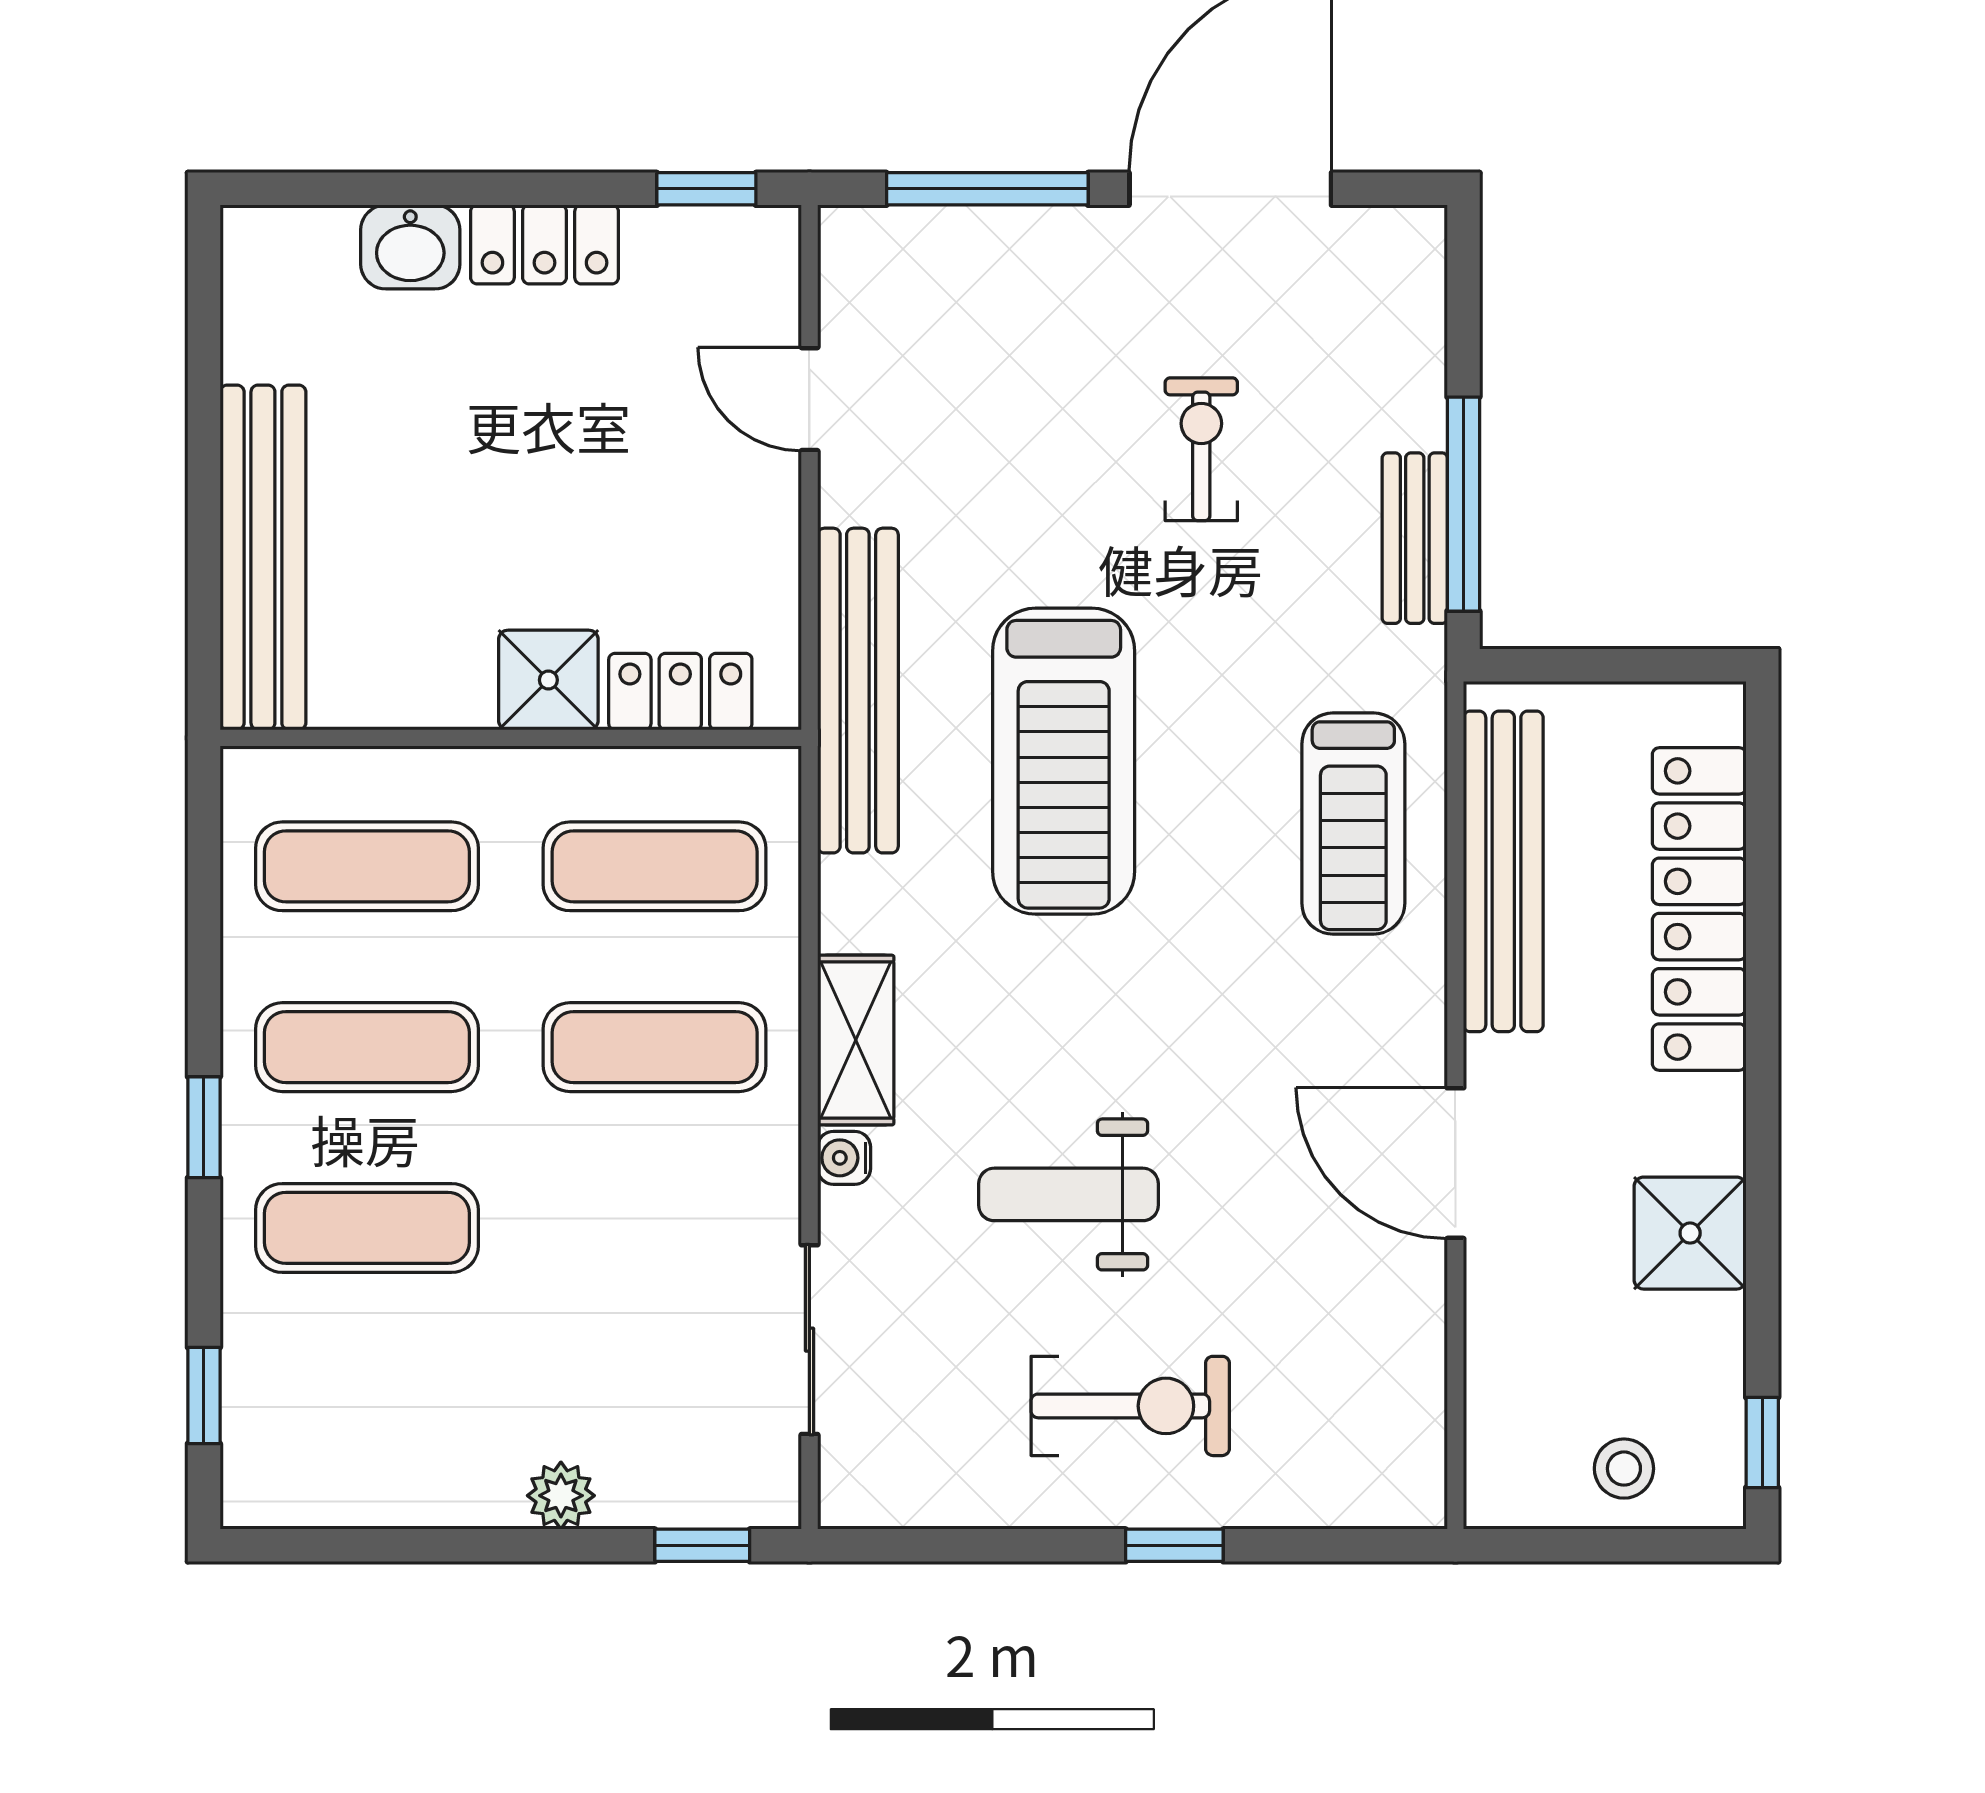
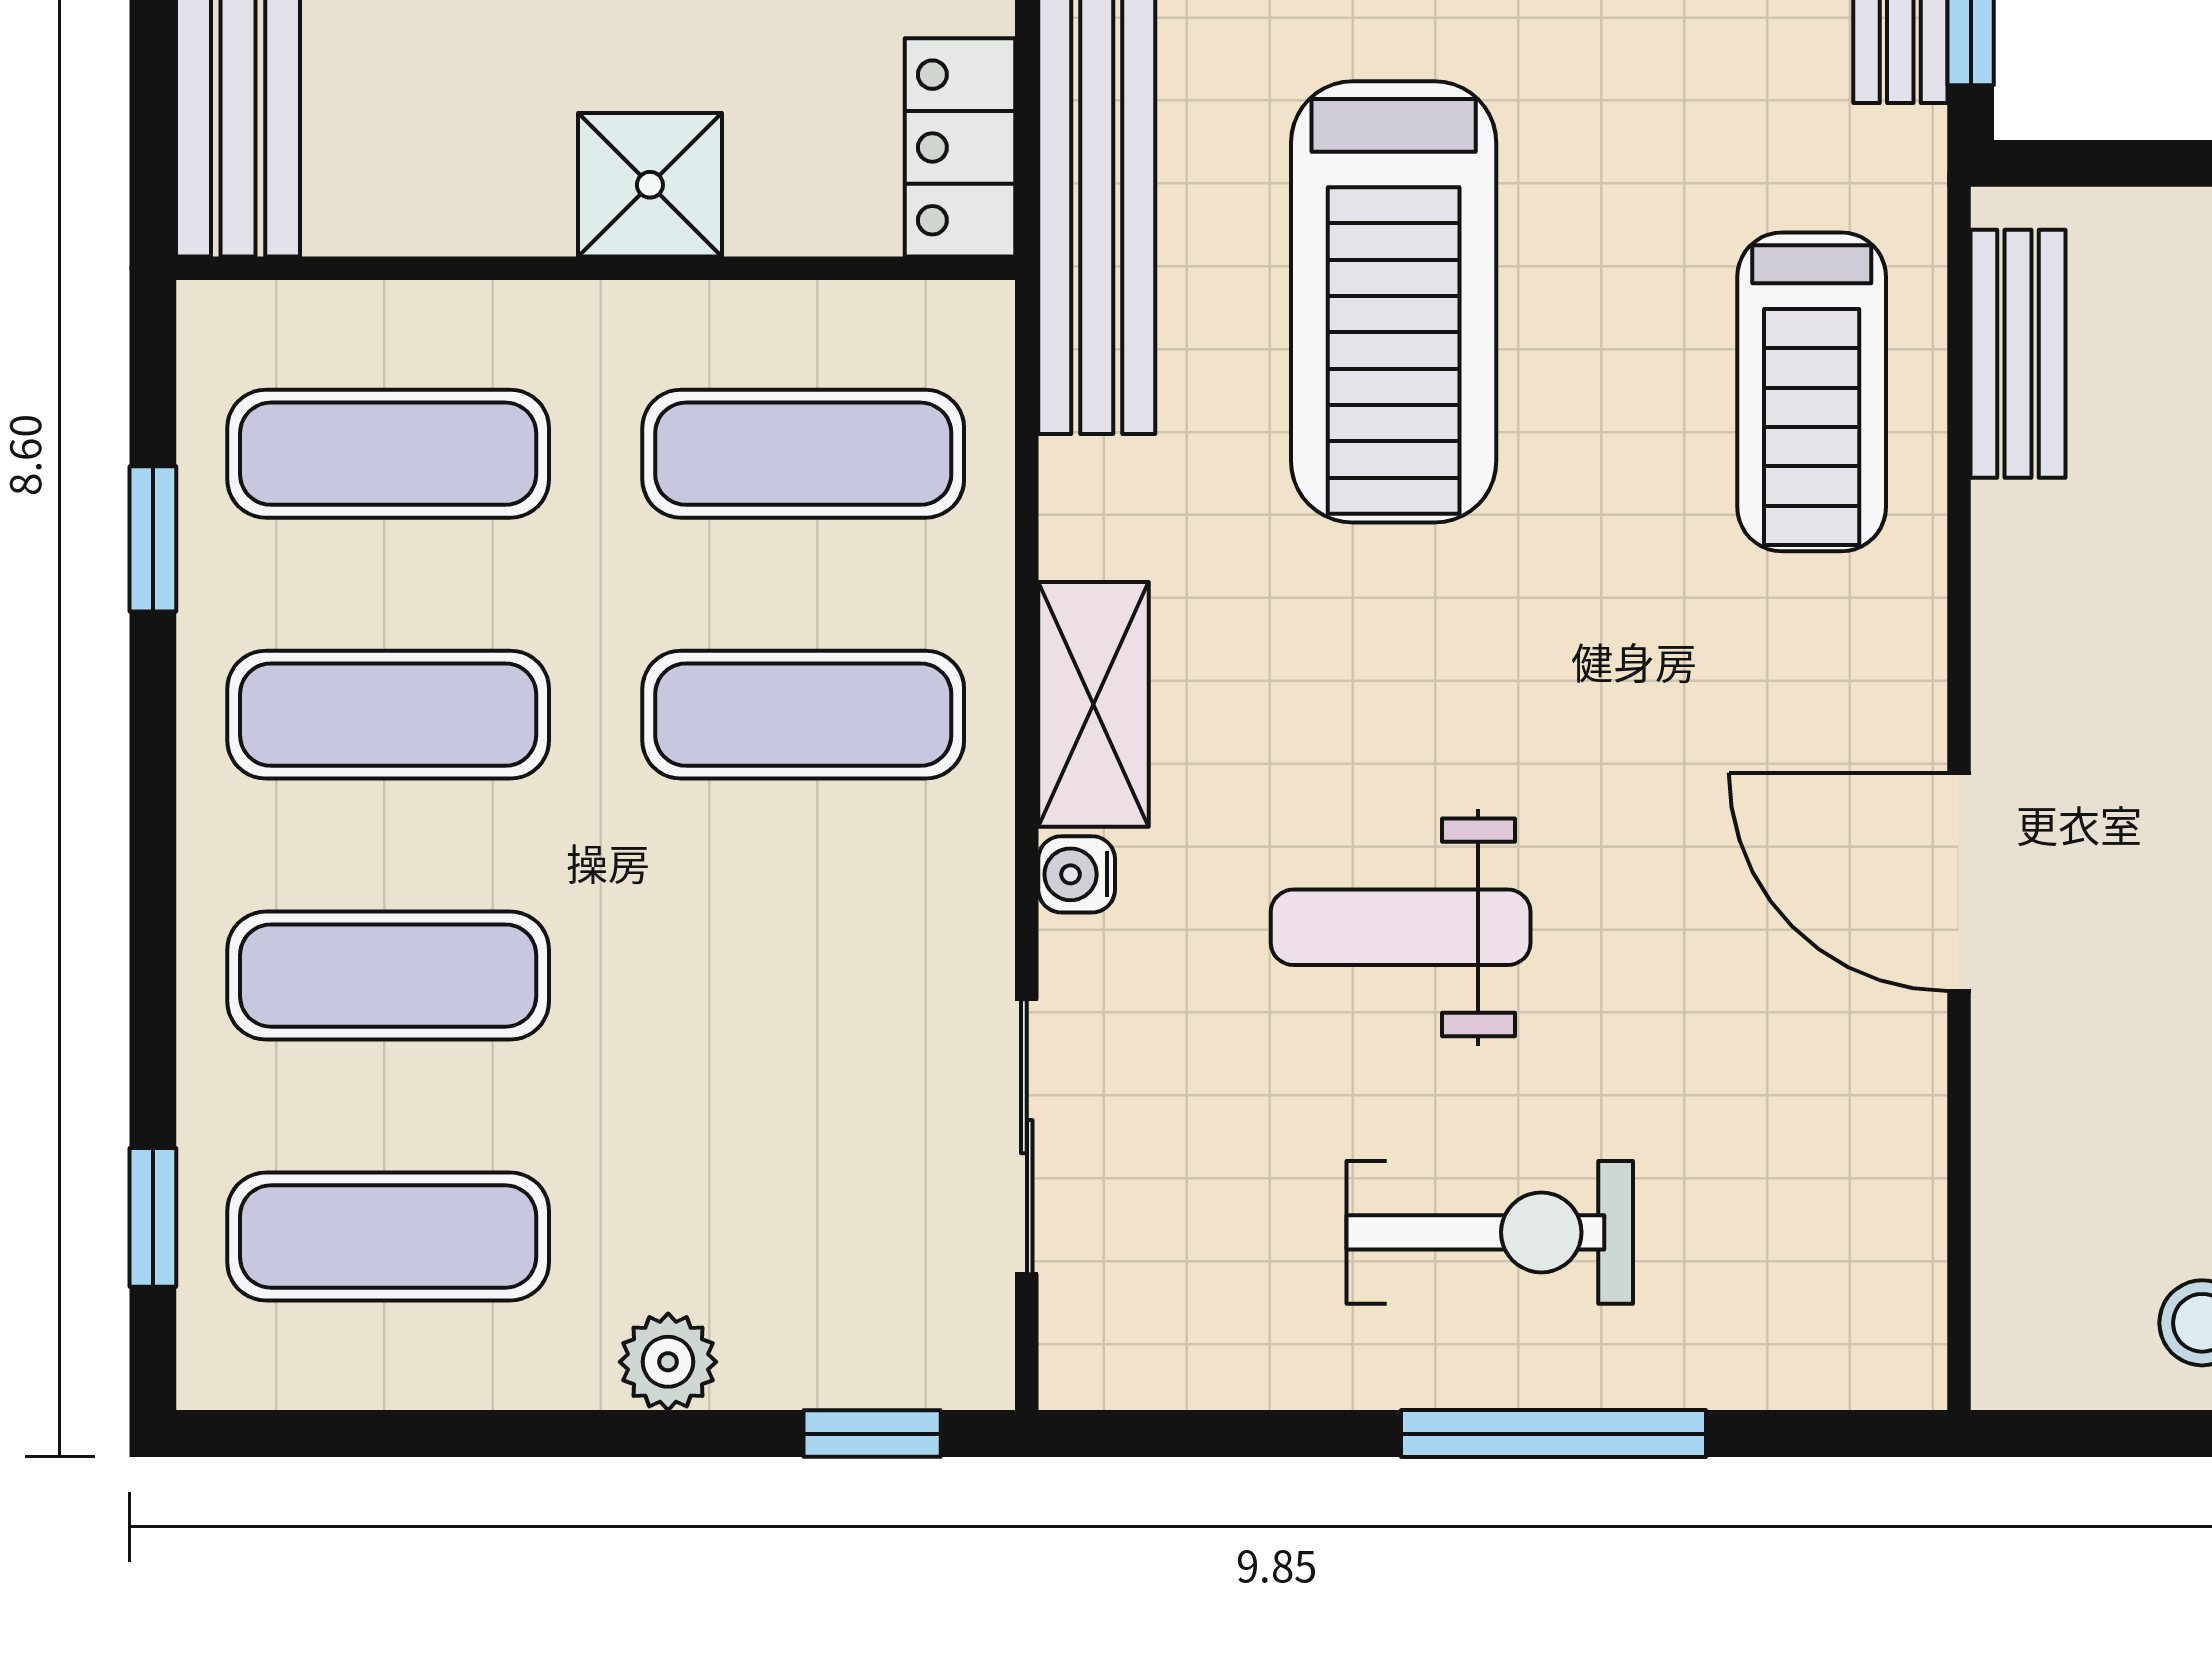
locker: (680, 692) -> (960, 147), moved, turned -90
bench: (1503, 871) -> (2018, 354), width x0.54, depth x0.82
window: (204, 1127) -> (153, 539), moved
exercise mat: (367, 1409) -> (388, 1237), added
window: (1174, 1545) -> (1553, 1434), width x2.17

